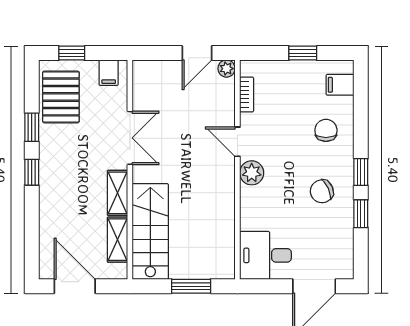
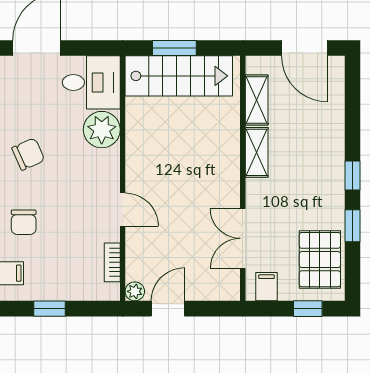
double door: (130, 138) -> (243, 238), moved
plant: (252, 173) -> (102, 130), moved, width x1.36, depth x1.36
stairs: (150, 231) -> (179, 76), moved, turned -90

